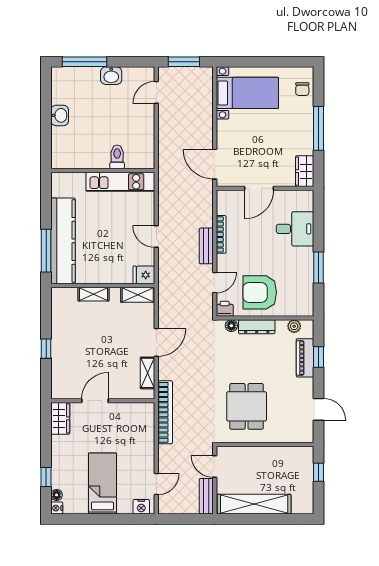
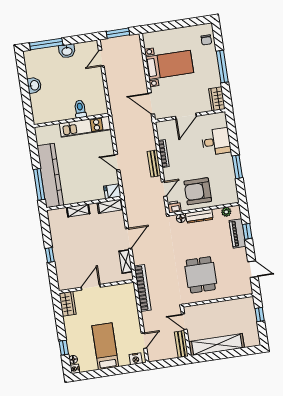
bed with nightstands: (247, 93) -> (170, 65), moved

